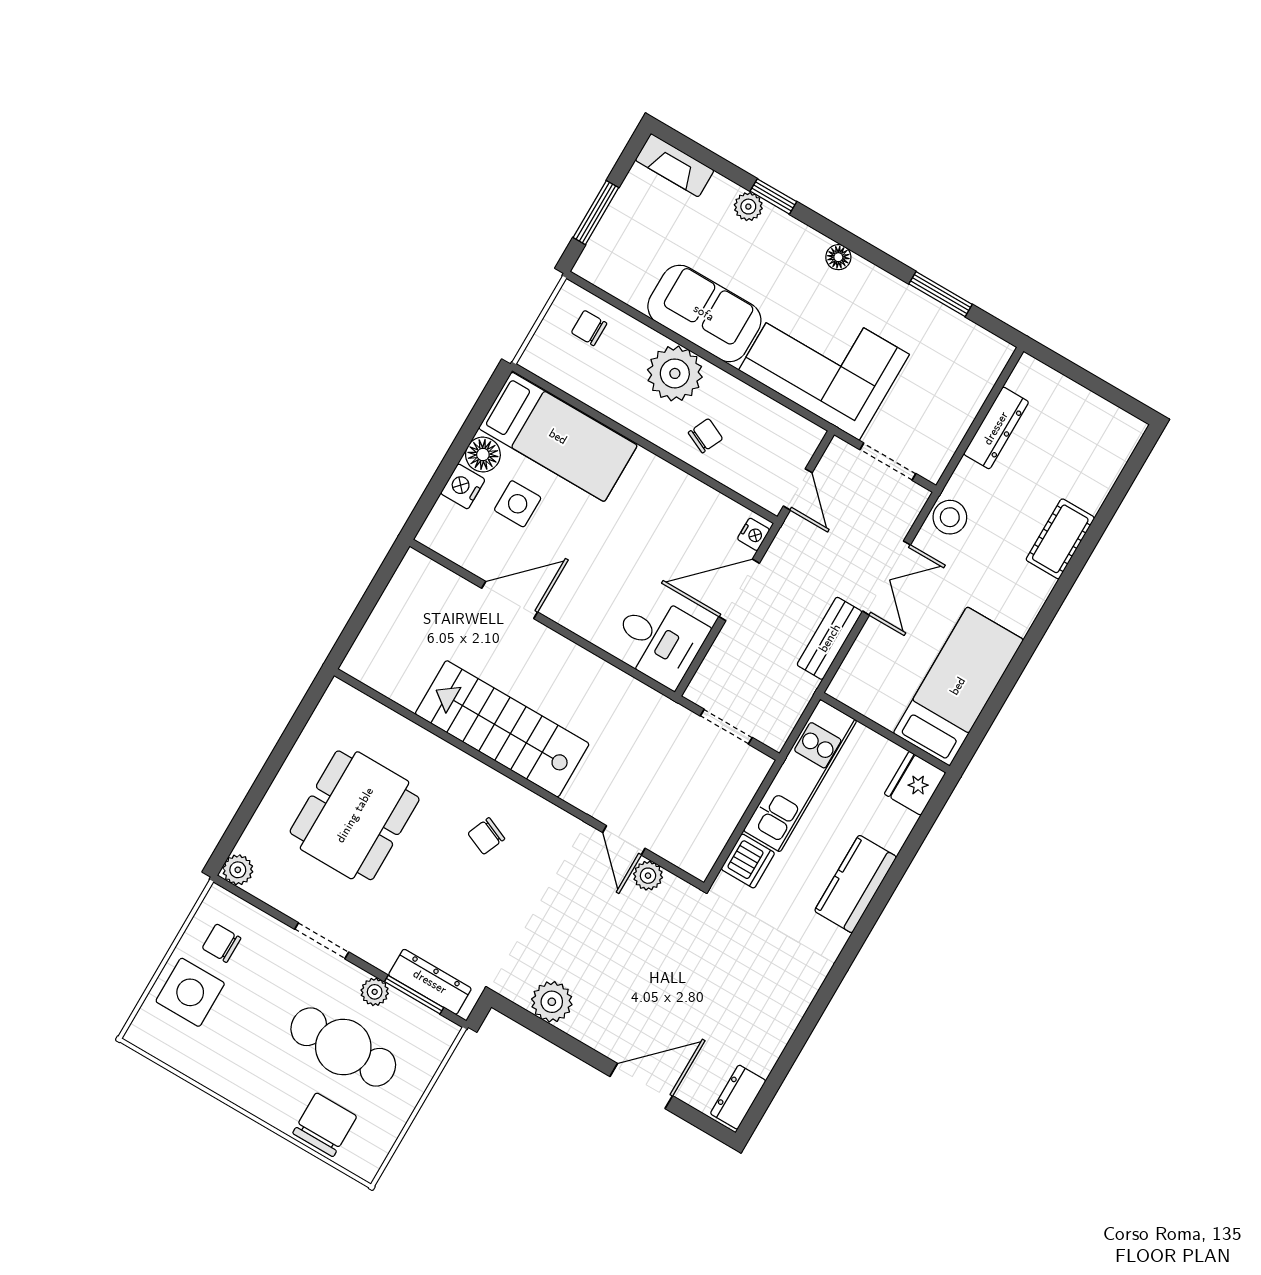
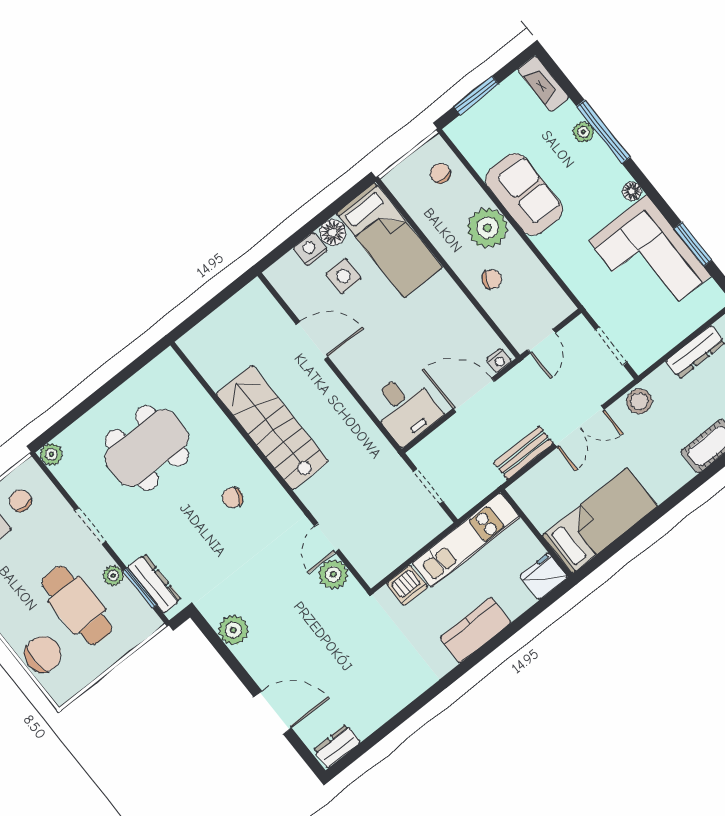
window: (773, 196) -> (603, 132), width x2.17
corner sofa: (824, 362) -> (650, 258), moved, turned 180
plant: (648, 876) -> (333, 574), width x1.38, depth x1.38

